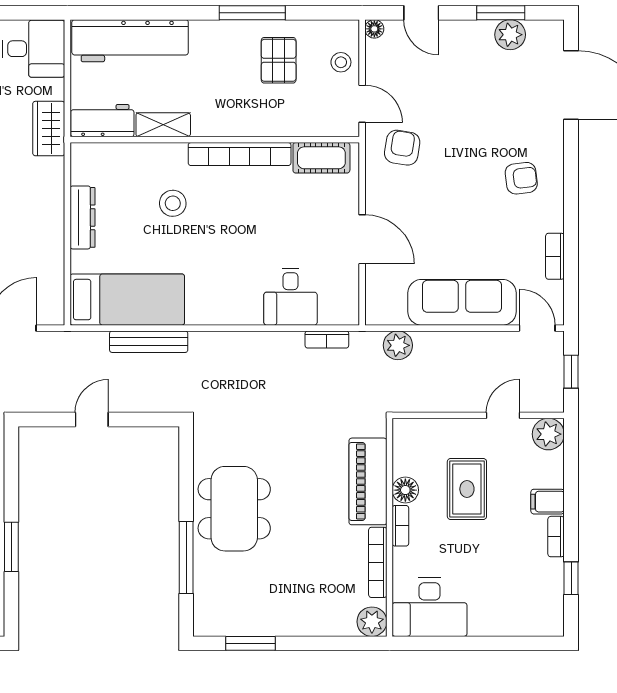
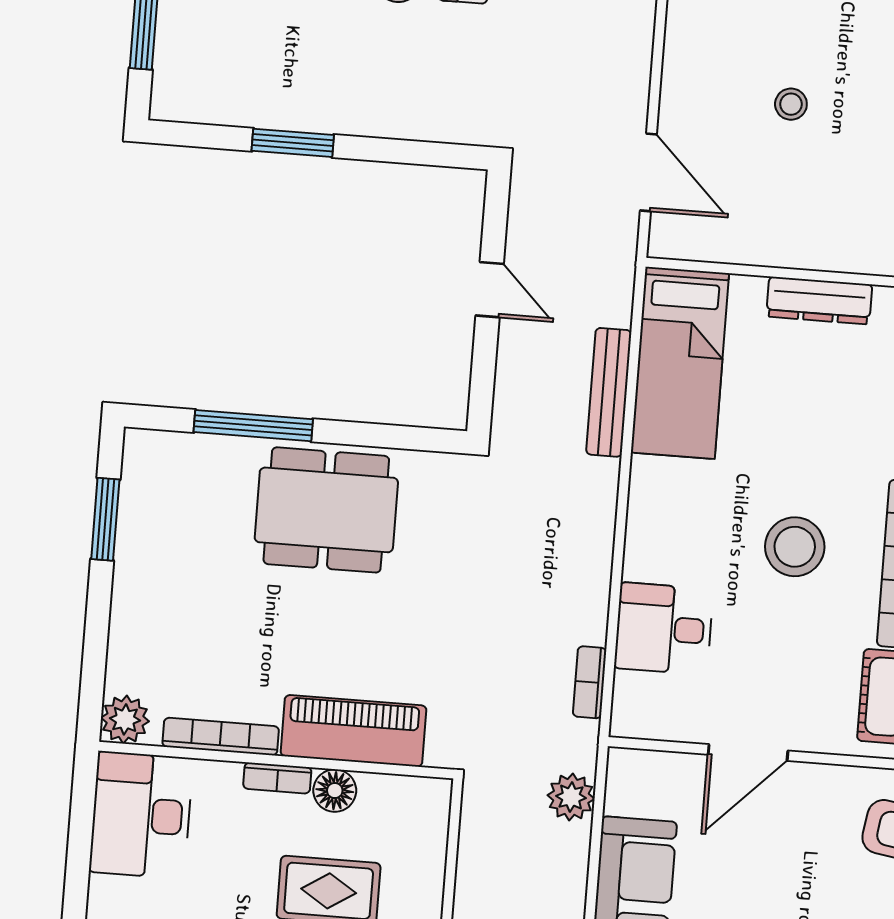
stool: (173, 203) -> (795, 547), moved, width x1.38, depth x1.38

